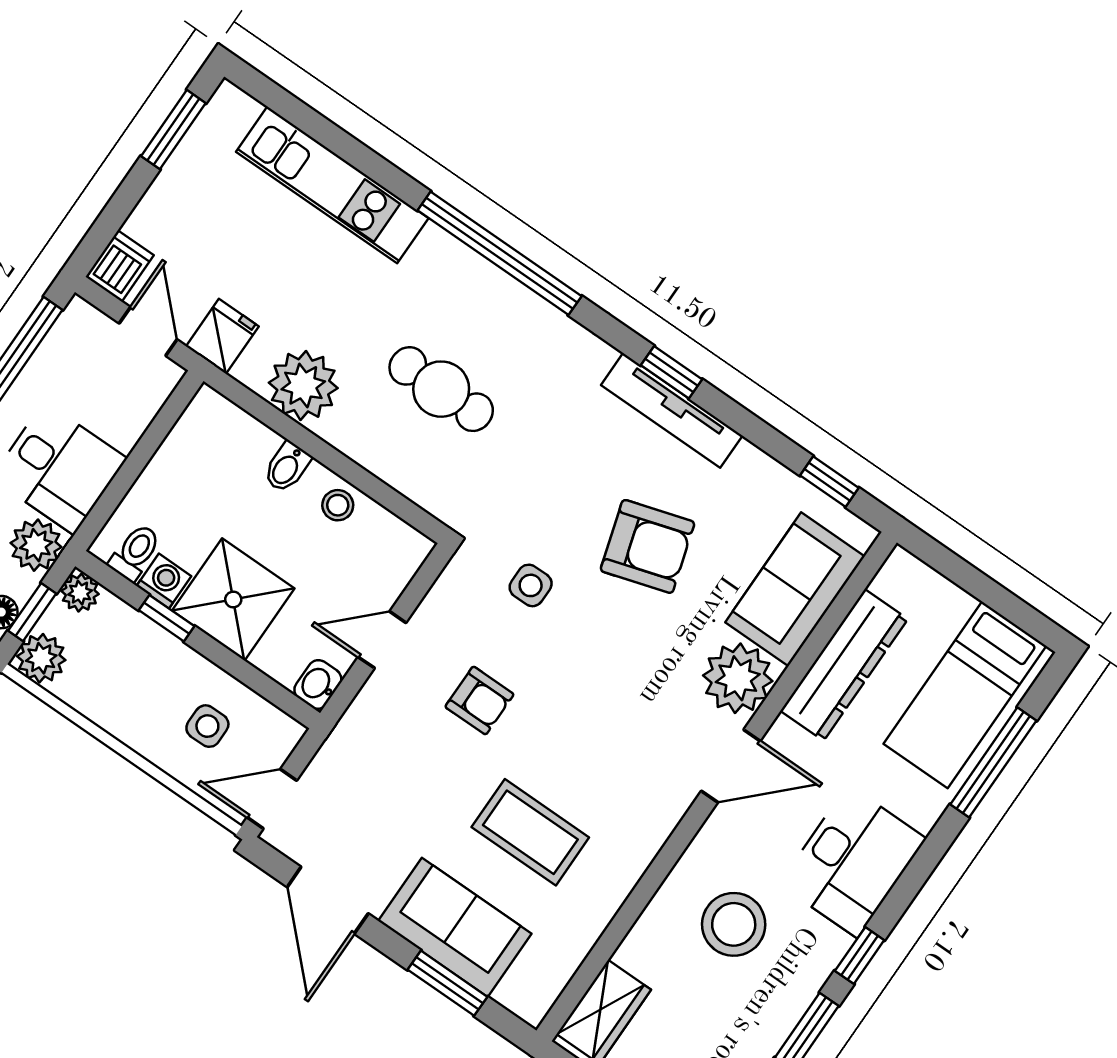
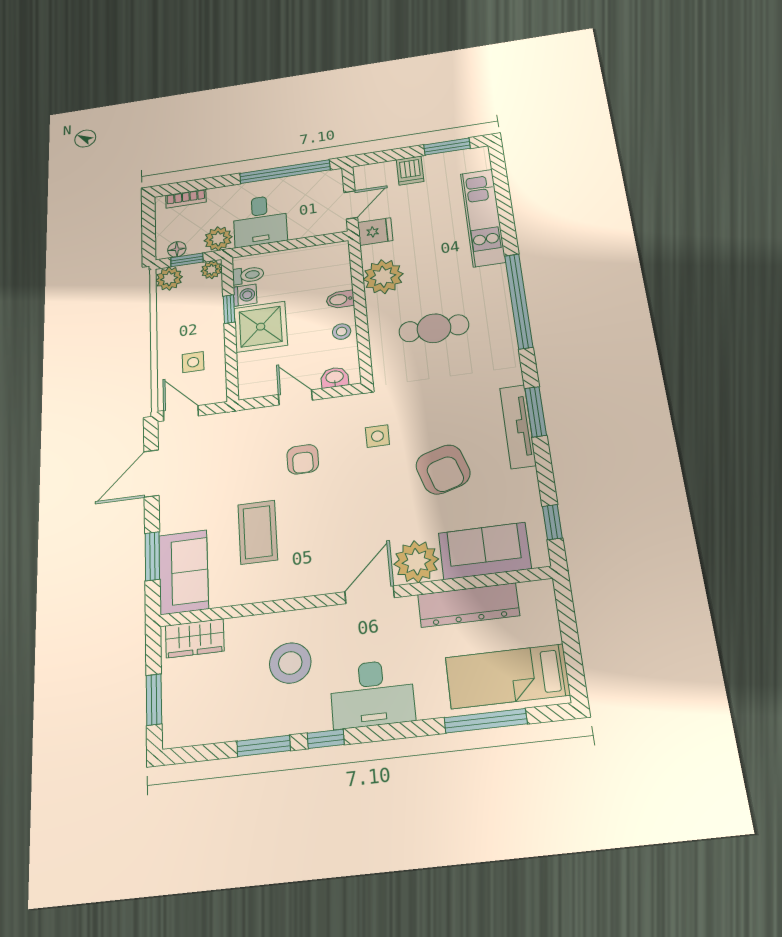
dishwasher: (120, 266) -> (410, 171), moved, turned 90
window: (671, 372) -> (536, 412), width x1.50
cafe table: (441, 389) -> (434, 328), turned 90
washbasin: (318, 685) -> (335, 377), moved
door: (731, 766) -> (370, 595), swing flipped
sofa: (455, 927) -> (184, 572), moved

